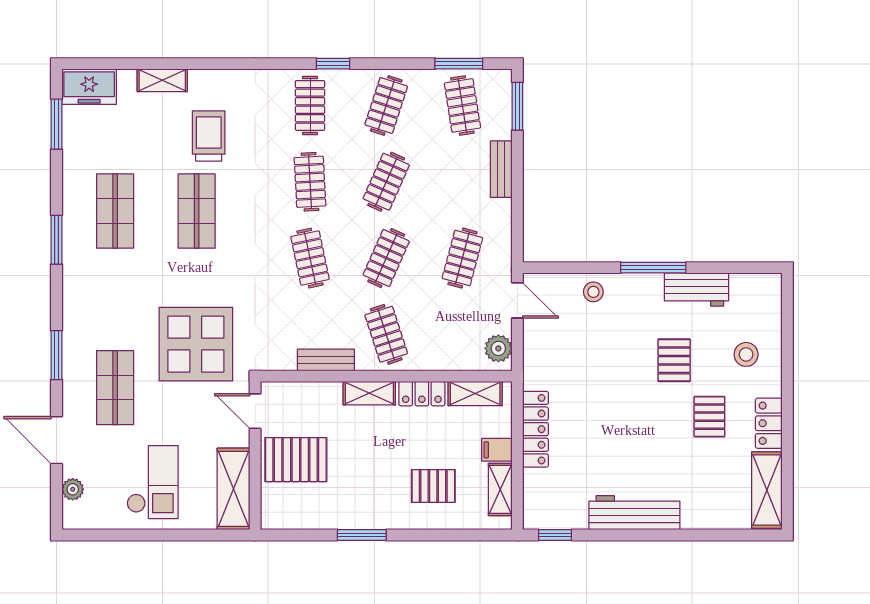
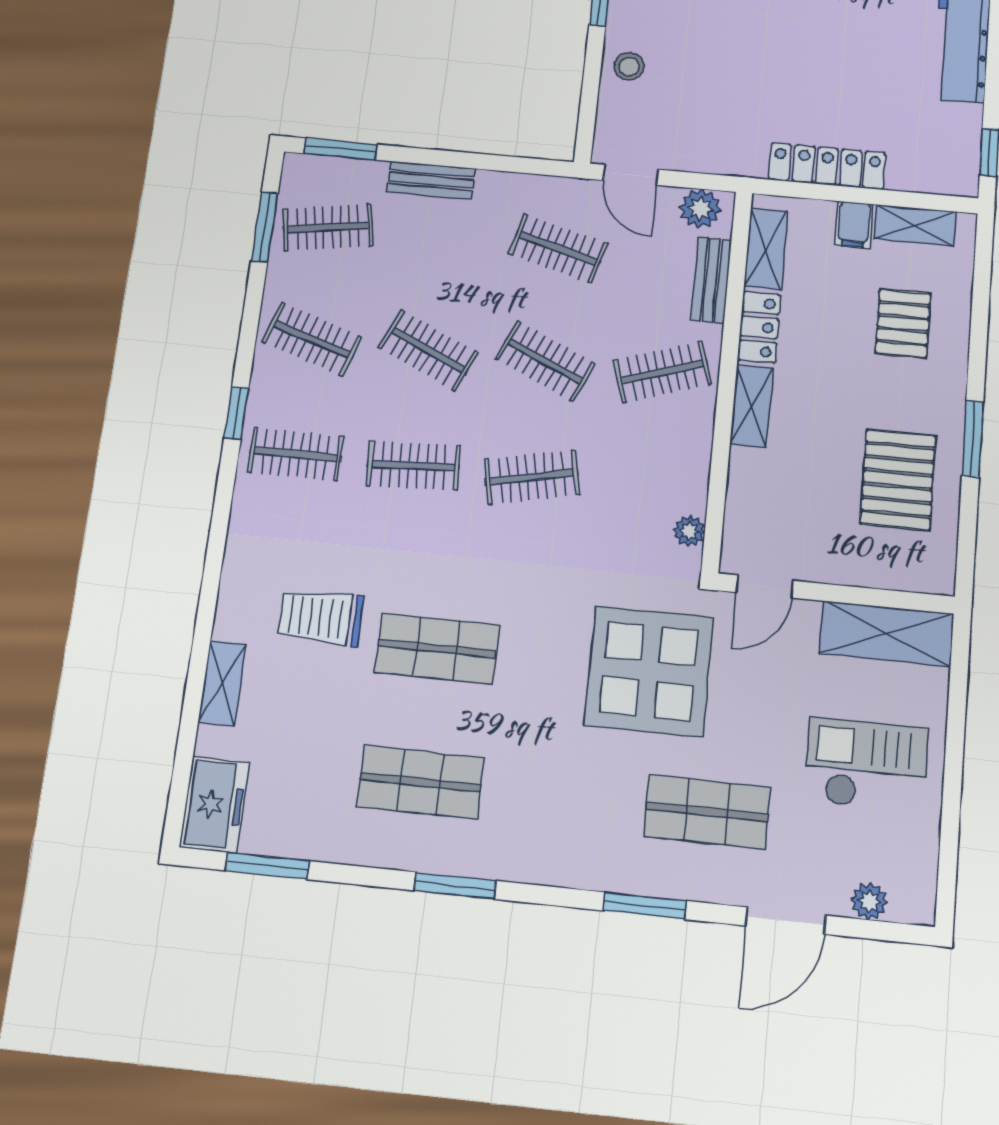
door: (517, 300) -> (630, 175), swing flipped
bench: (326, 360) -> (711, 280), moved
plant: (285, 361) -> (689, 531), added
pallet: (296, 460) -> (898, 480), moved

